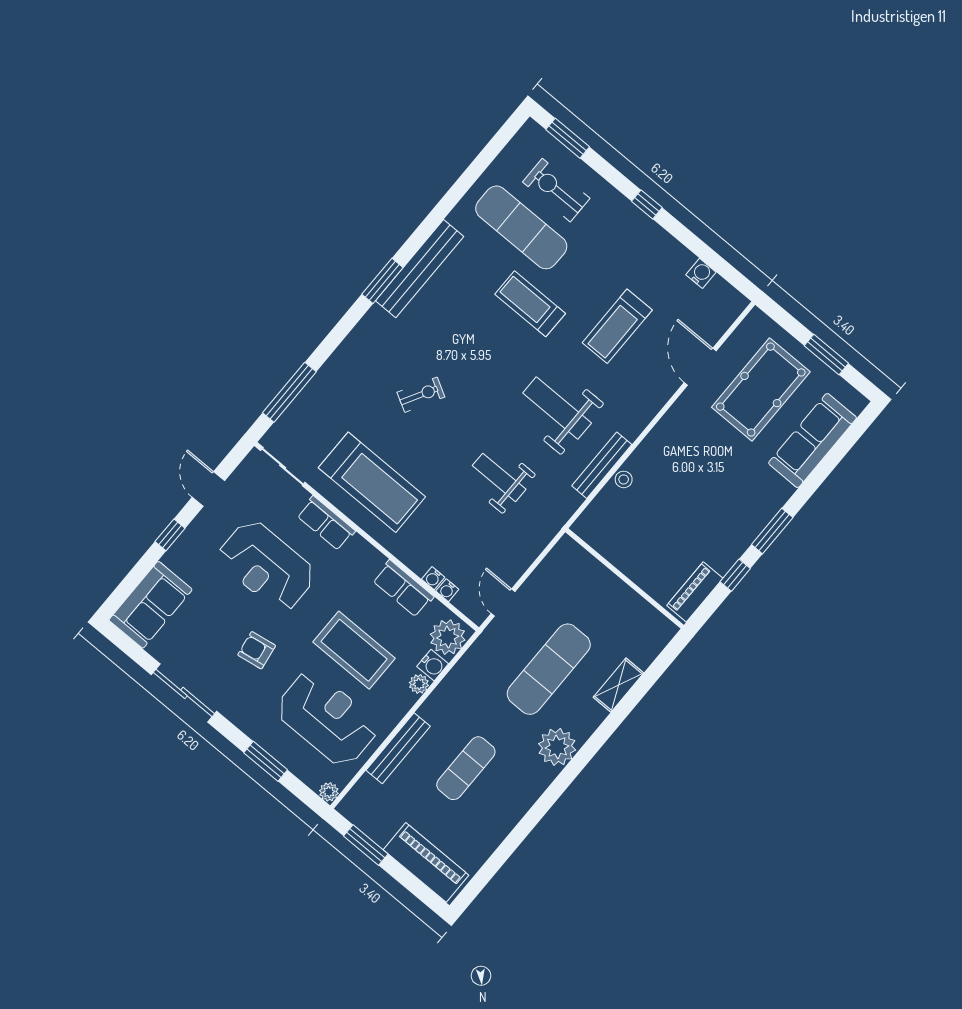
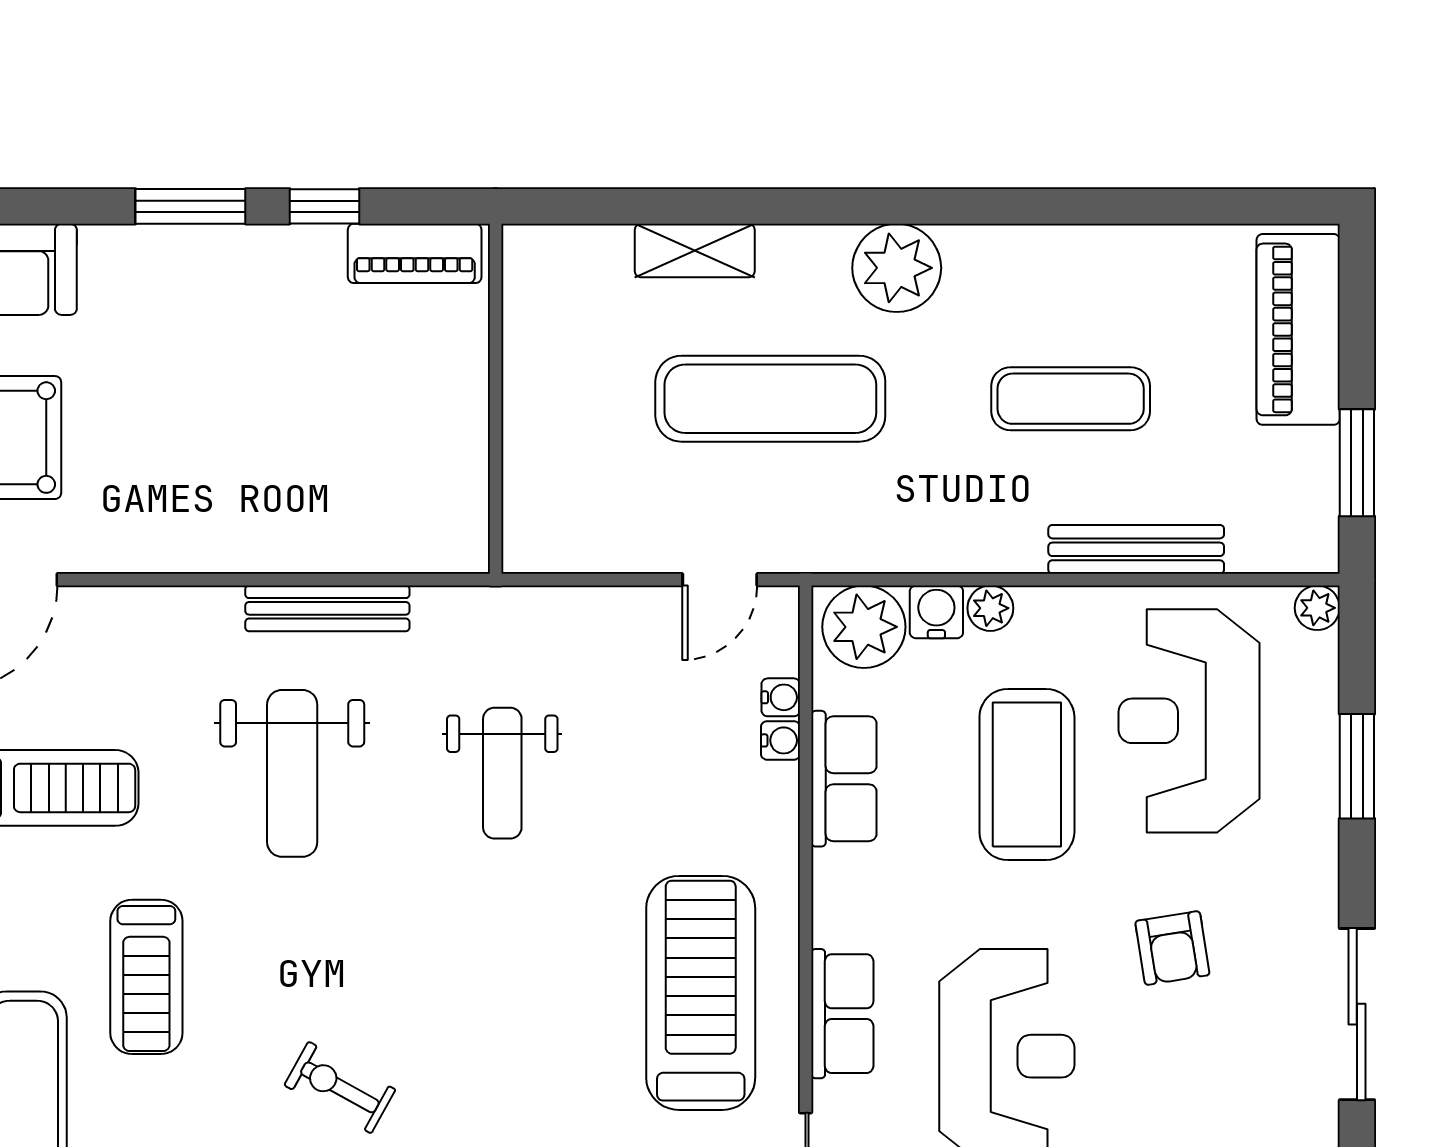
exercise bike: (421, 395) -> (340, 1087), moved
stool: (624, 479) -> (320, 548), removed

